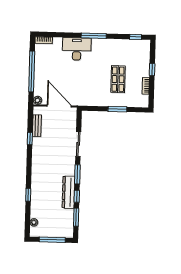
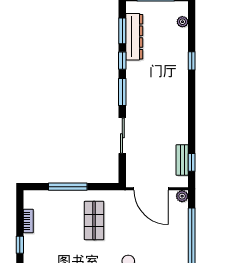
shop shelf: (118, 79) -> (94, 220), moved
window: (117, 109) -> (68, 187), width x1.44
window: (30, 139) -> (192, 162), moved
dresser: (69, 192) -> (134, 37), moved

